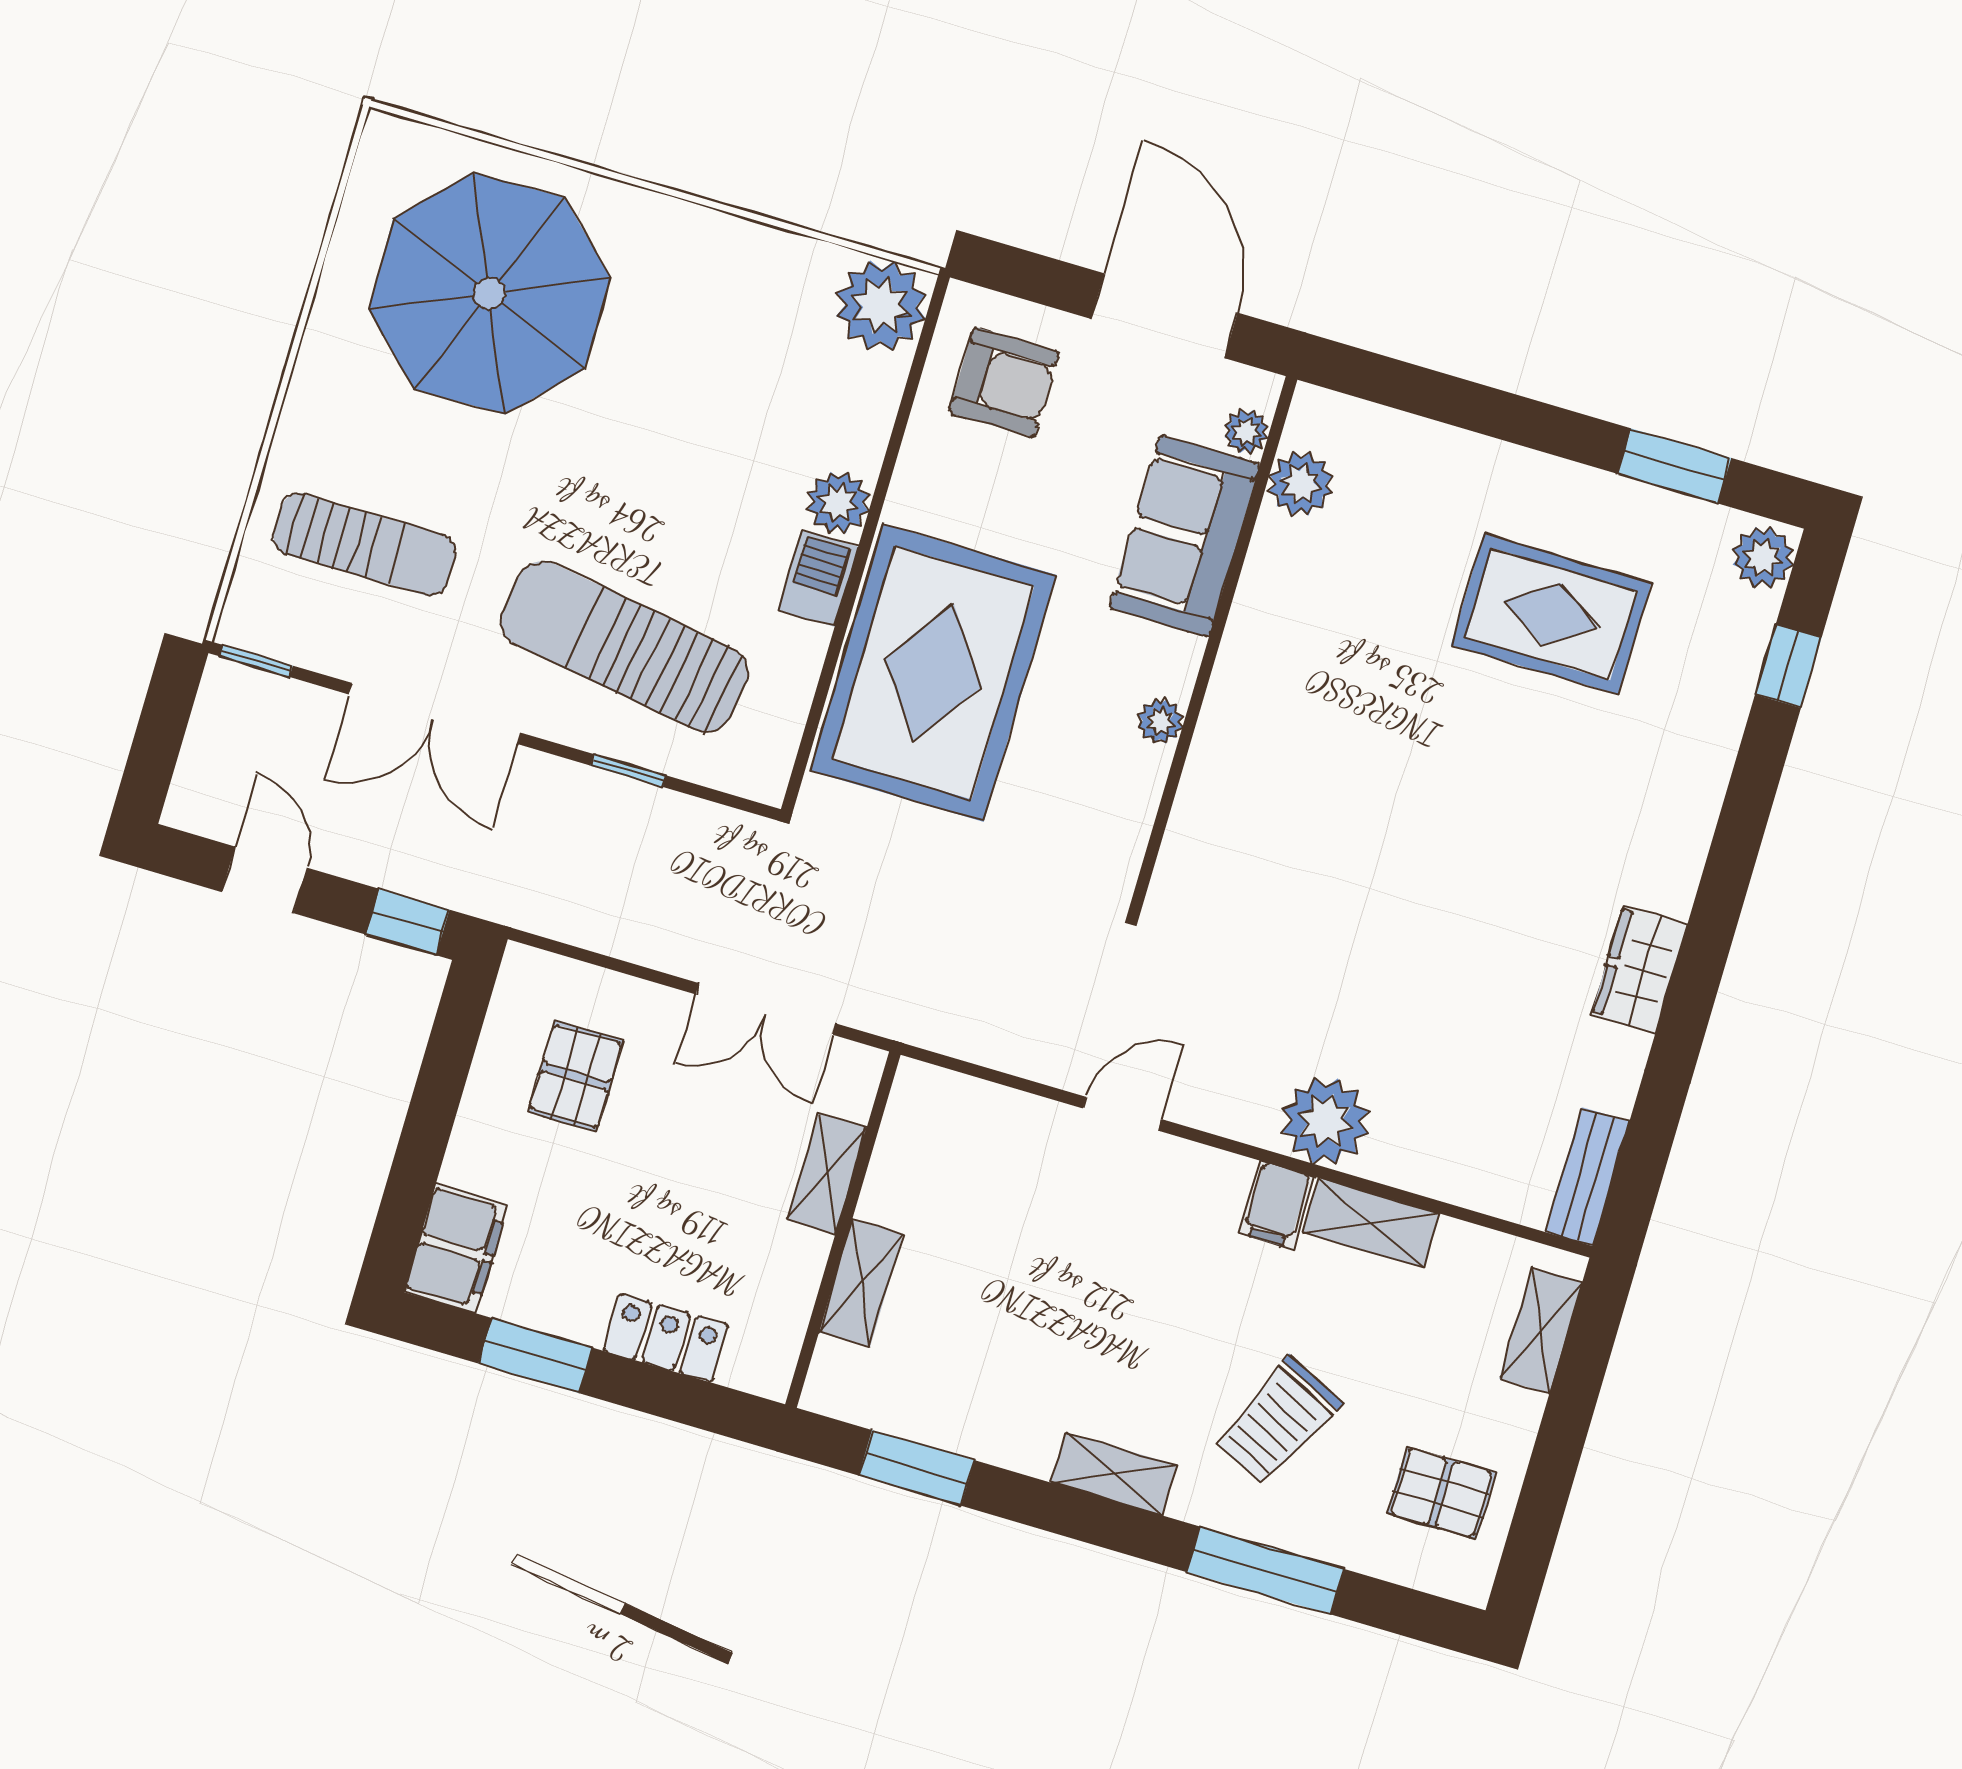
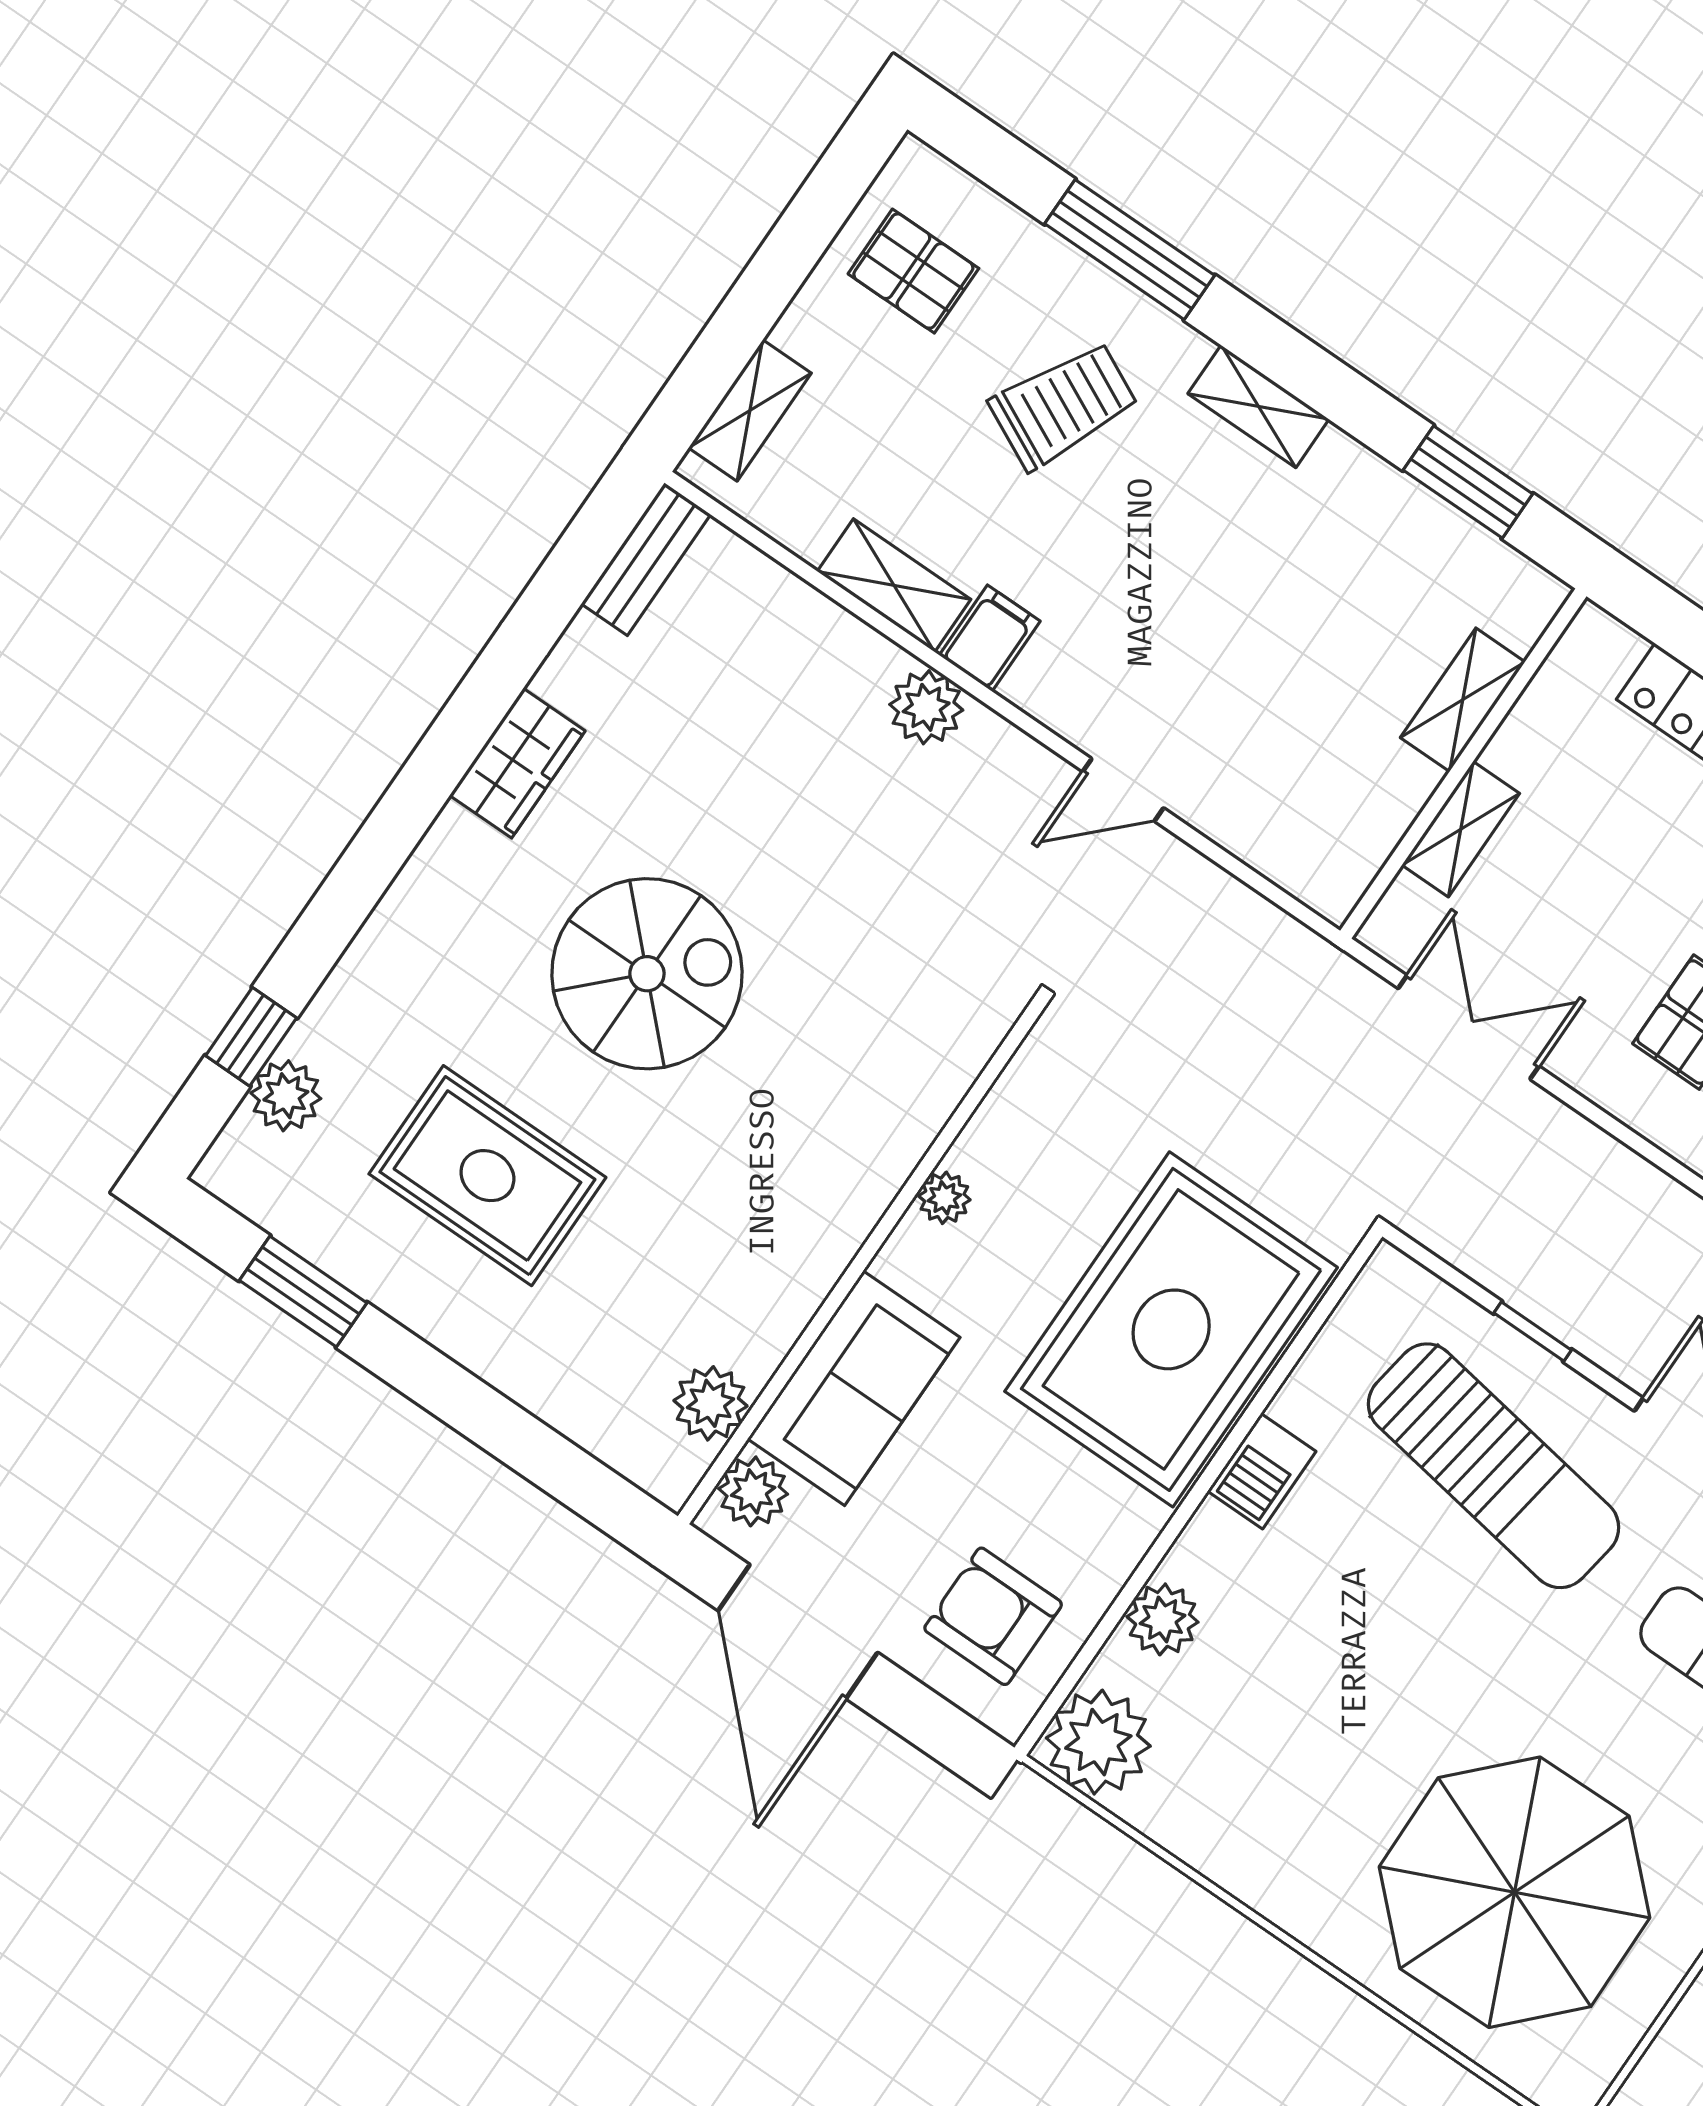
plant: (1246, 432) -> (753, 1491), width x1.38, depth x1.38
plant: (838, 503) -> (1163, 1619), moved
plant: (1763, 557) -> (286, 1096), moved
spiral stairs: (1472, 828) -> (647, 974), added
plant: (1325, 1121) -> (926, 707), width x0.73, depth x0.73

